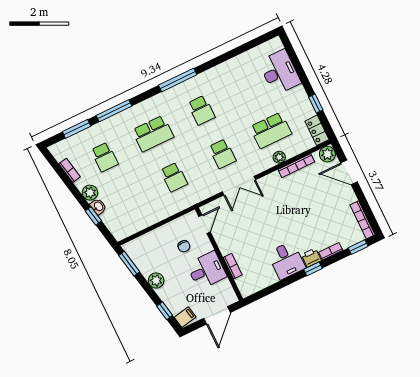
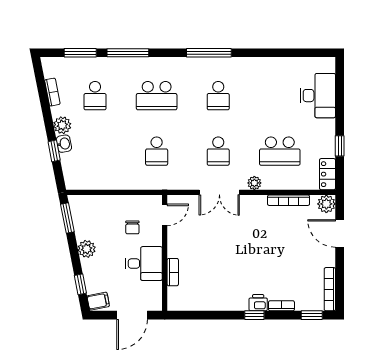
plant: (279, 157) -> (254, 183), moved
desk: (286, 260) -> (231, 293), removed

